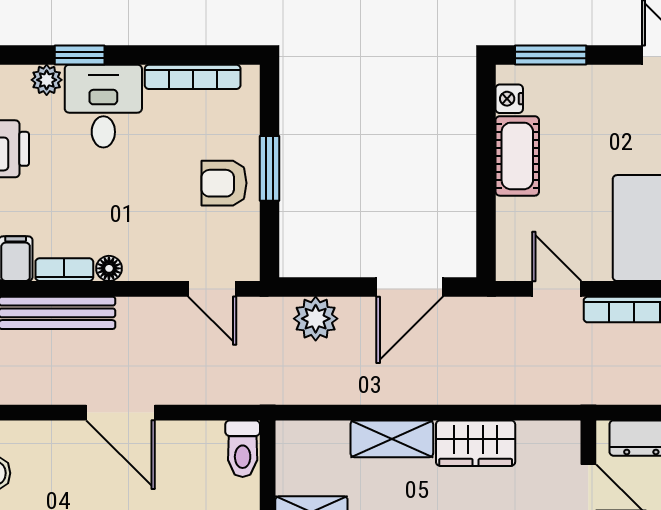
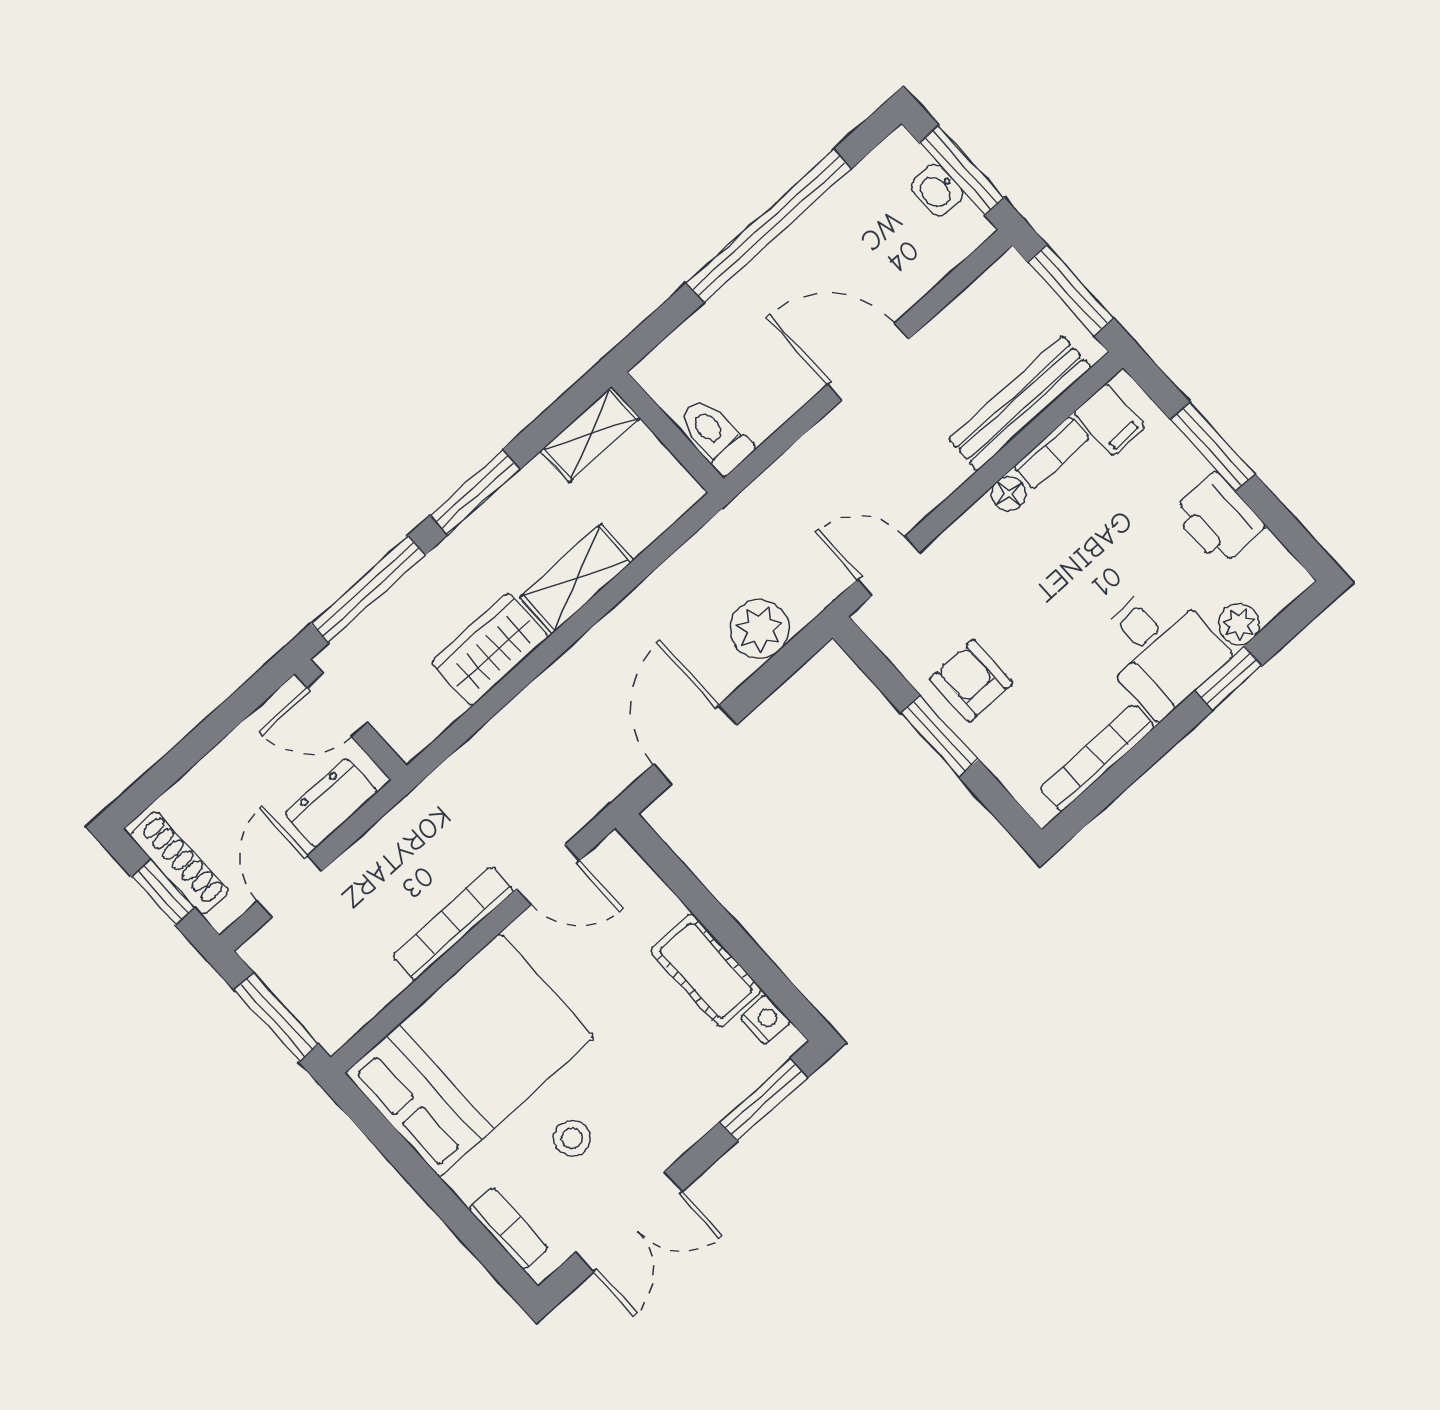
armchair: (224, 183) -> (971, 681), turned -90

